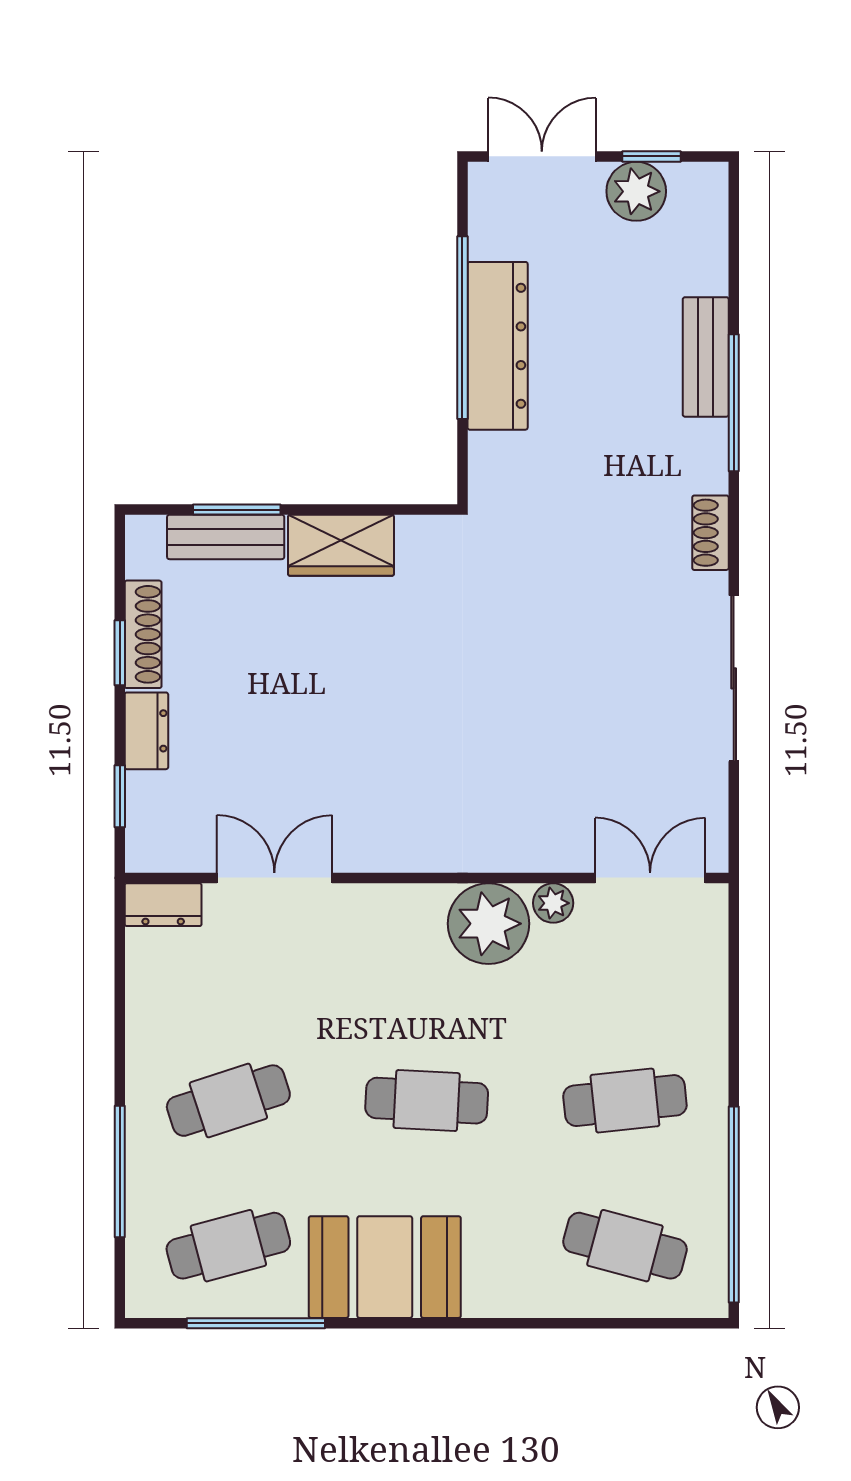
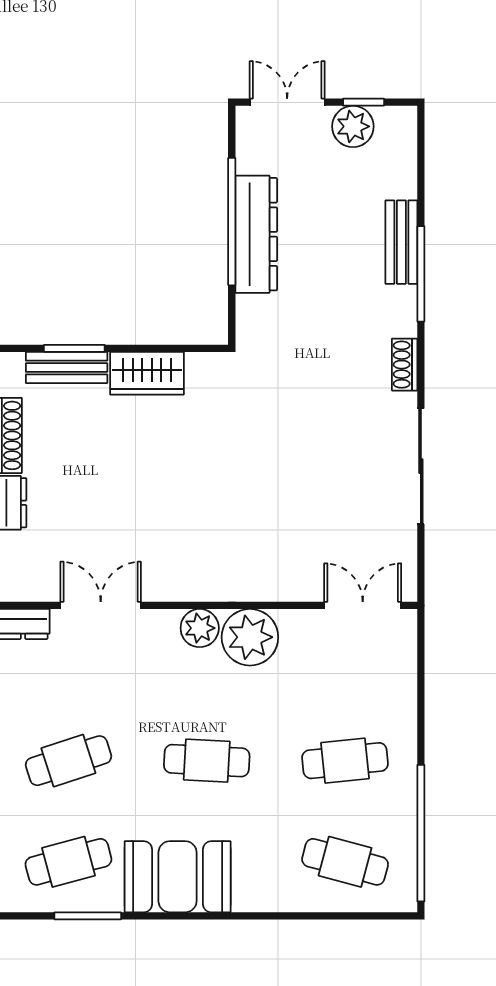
plant: (553, 903) -> (200, 628), moved, width x1.38, depth x1.38
window: (256, 1323) -> (88, 916), width x0.69

